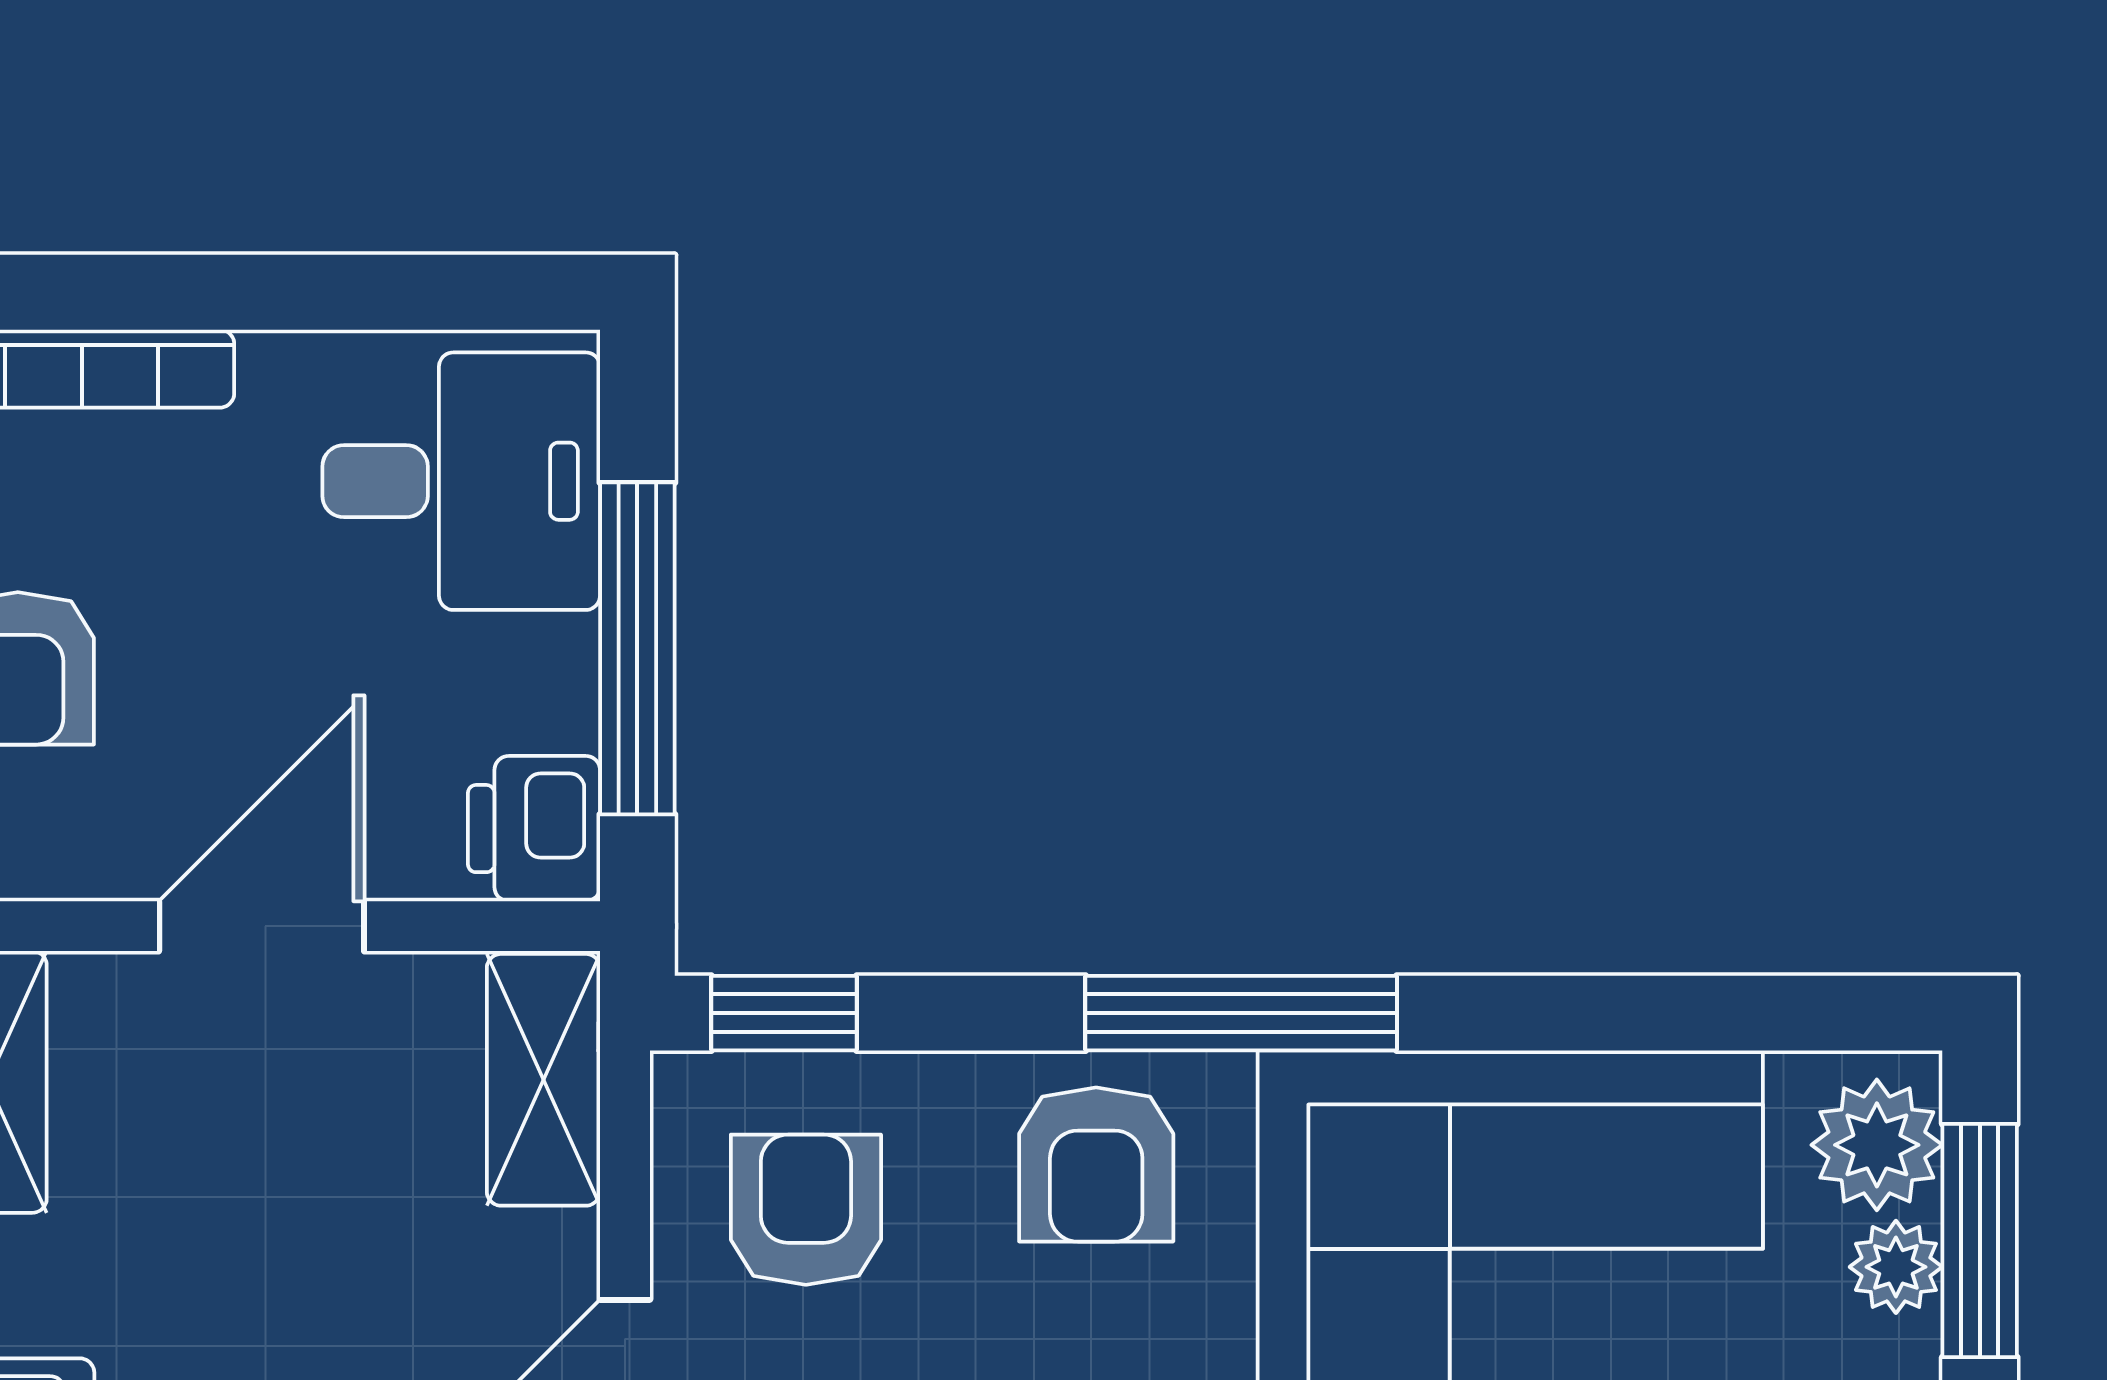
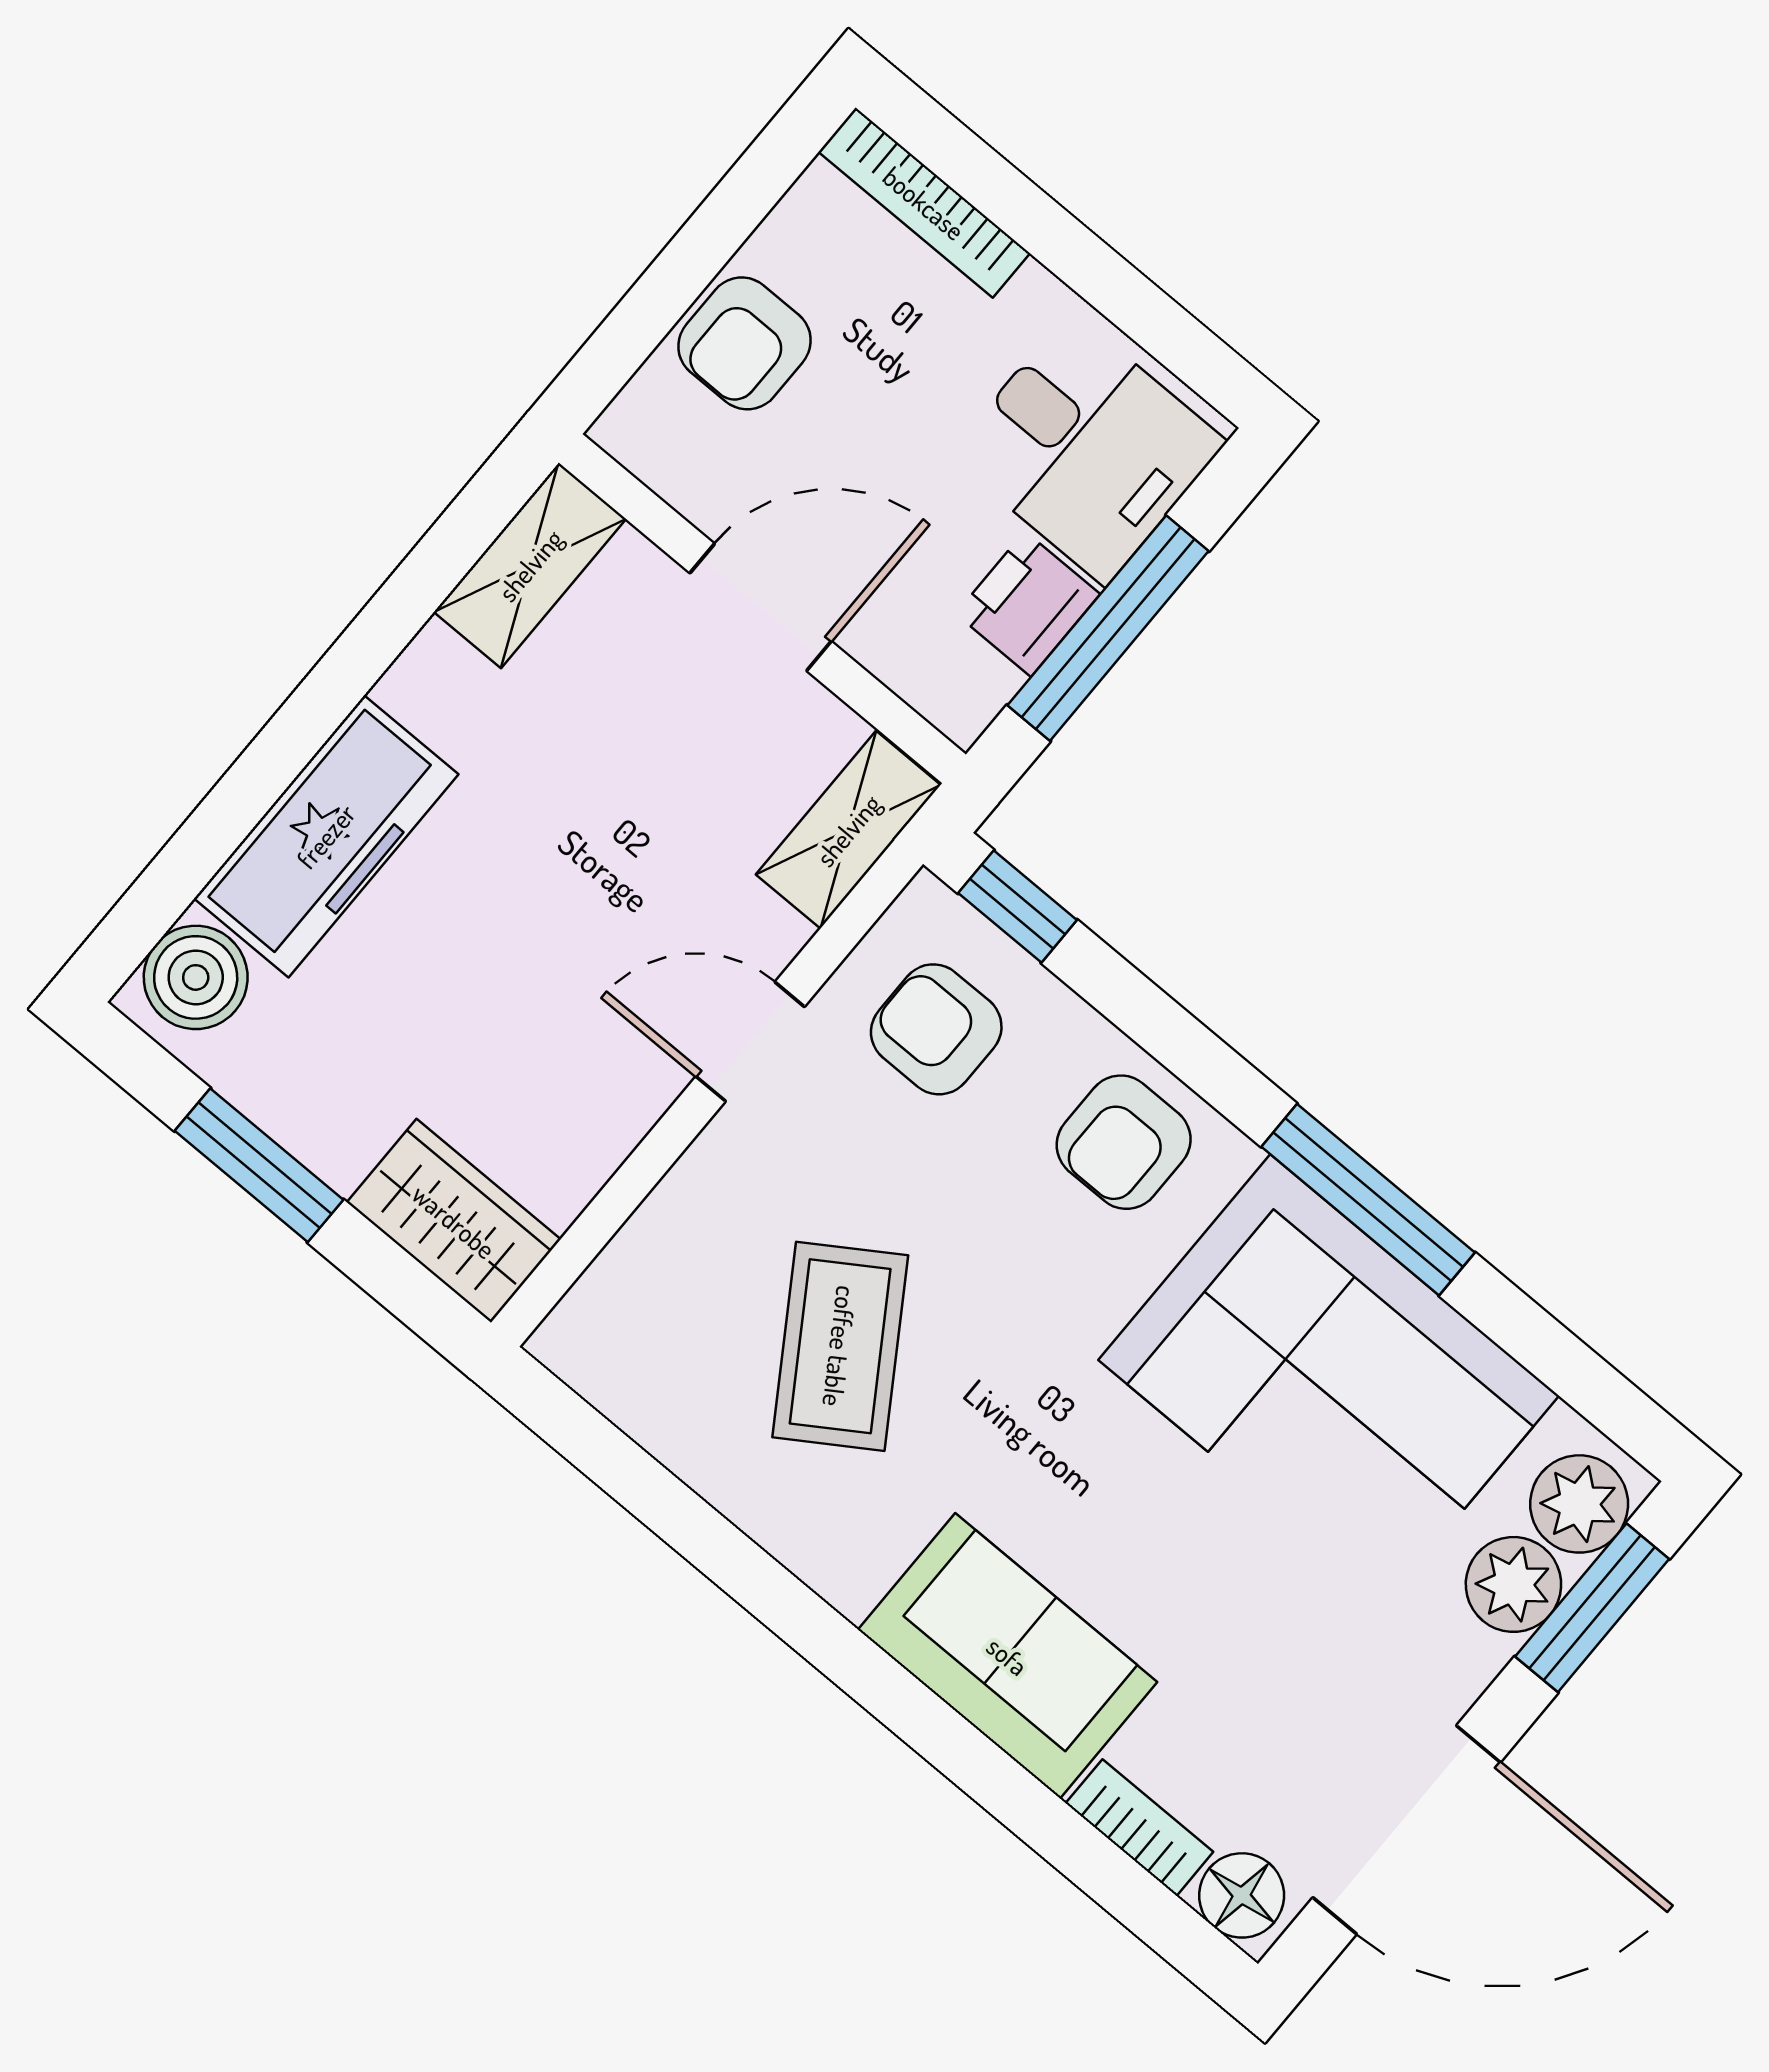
printer: (534, 829) -> (1028, 604), moved
window: (1241, 1013) -> (1368, 1200), moved
armchair: (806, 1210) -> (936, 1029), turned -90
plant: (1896, 1267) -> (1513, 1584), width x1.38, depth x1.38

